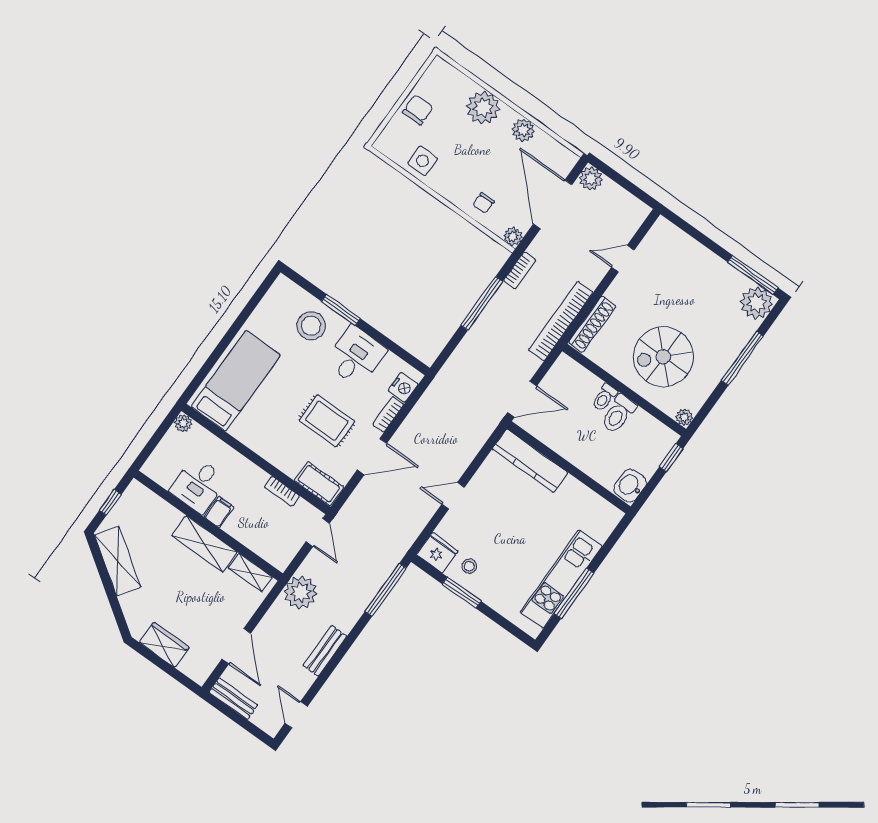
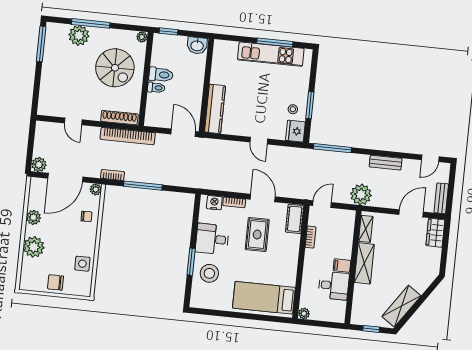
plant: (757, 303) -> (79, 35), moved
wardrobe: (164, 645) -> (435, 233), moved

